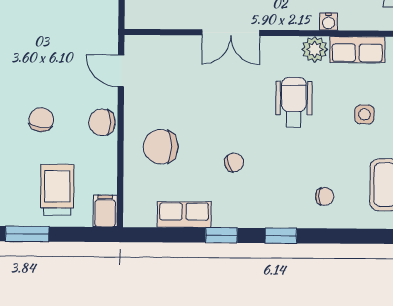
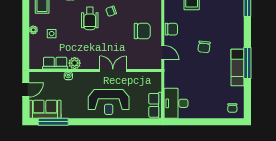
wheelchair: (294, 102) -> (90, 18), moved
chair: (41, 120) -> (204, 47), moved
chair: (161, 147) -> (142, 31), moved

